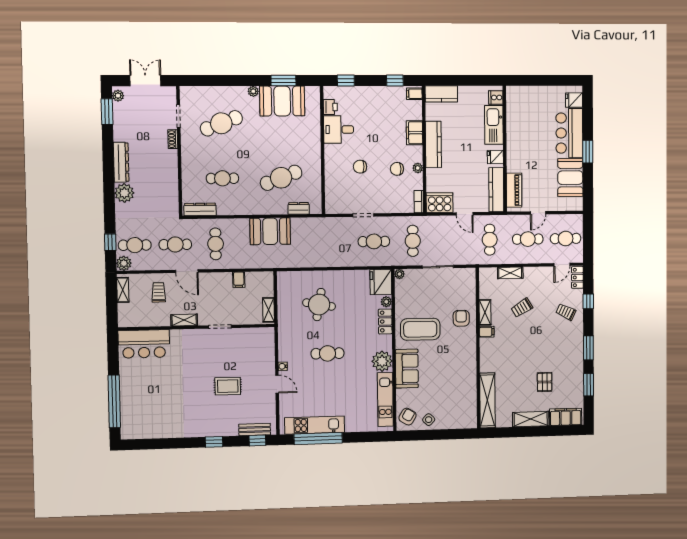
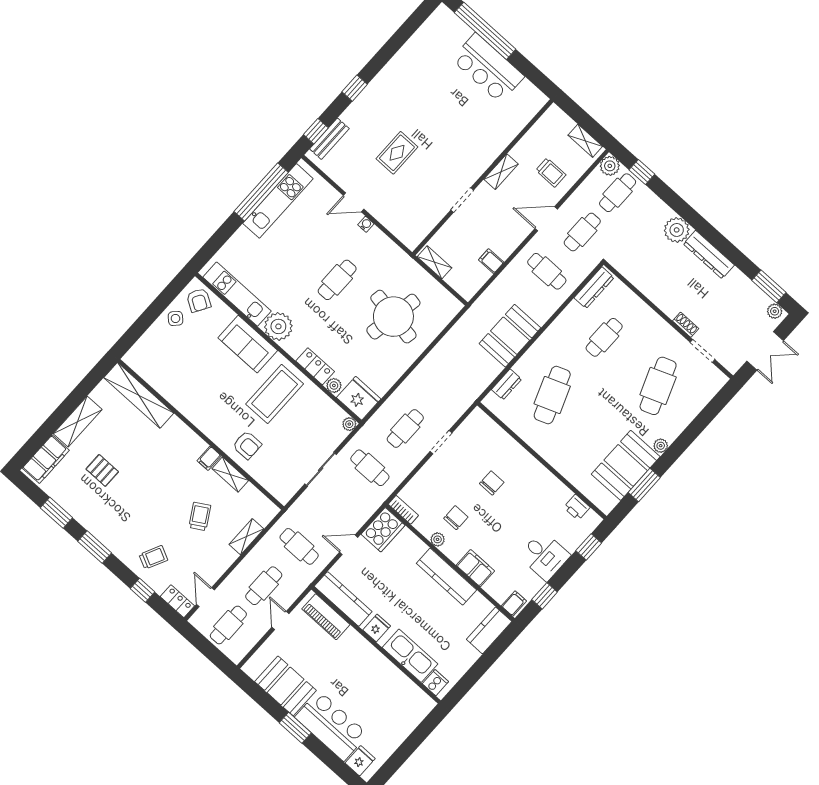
desk: (339, 130) -> (544, 556), moved, turned 90
round table: (319, 305) -> (393, 317), width x1.36, depth x1.36
bar counter: (144, 344) -> (488, 68), moved, turned -90

